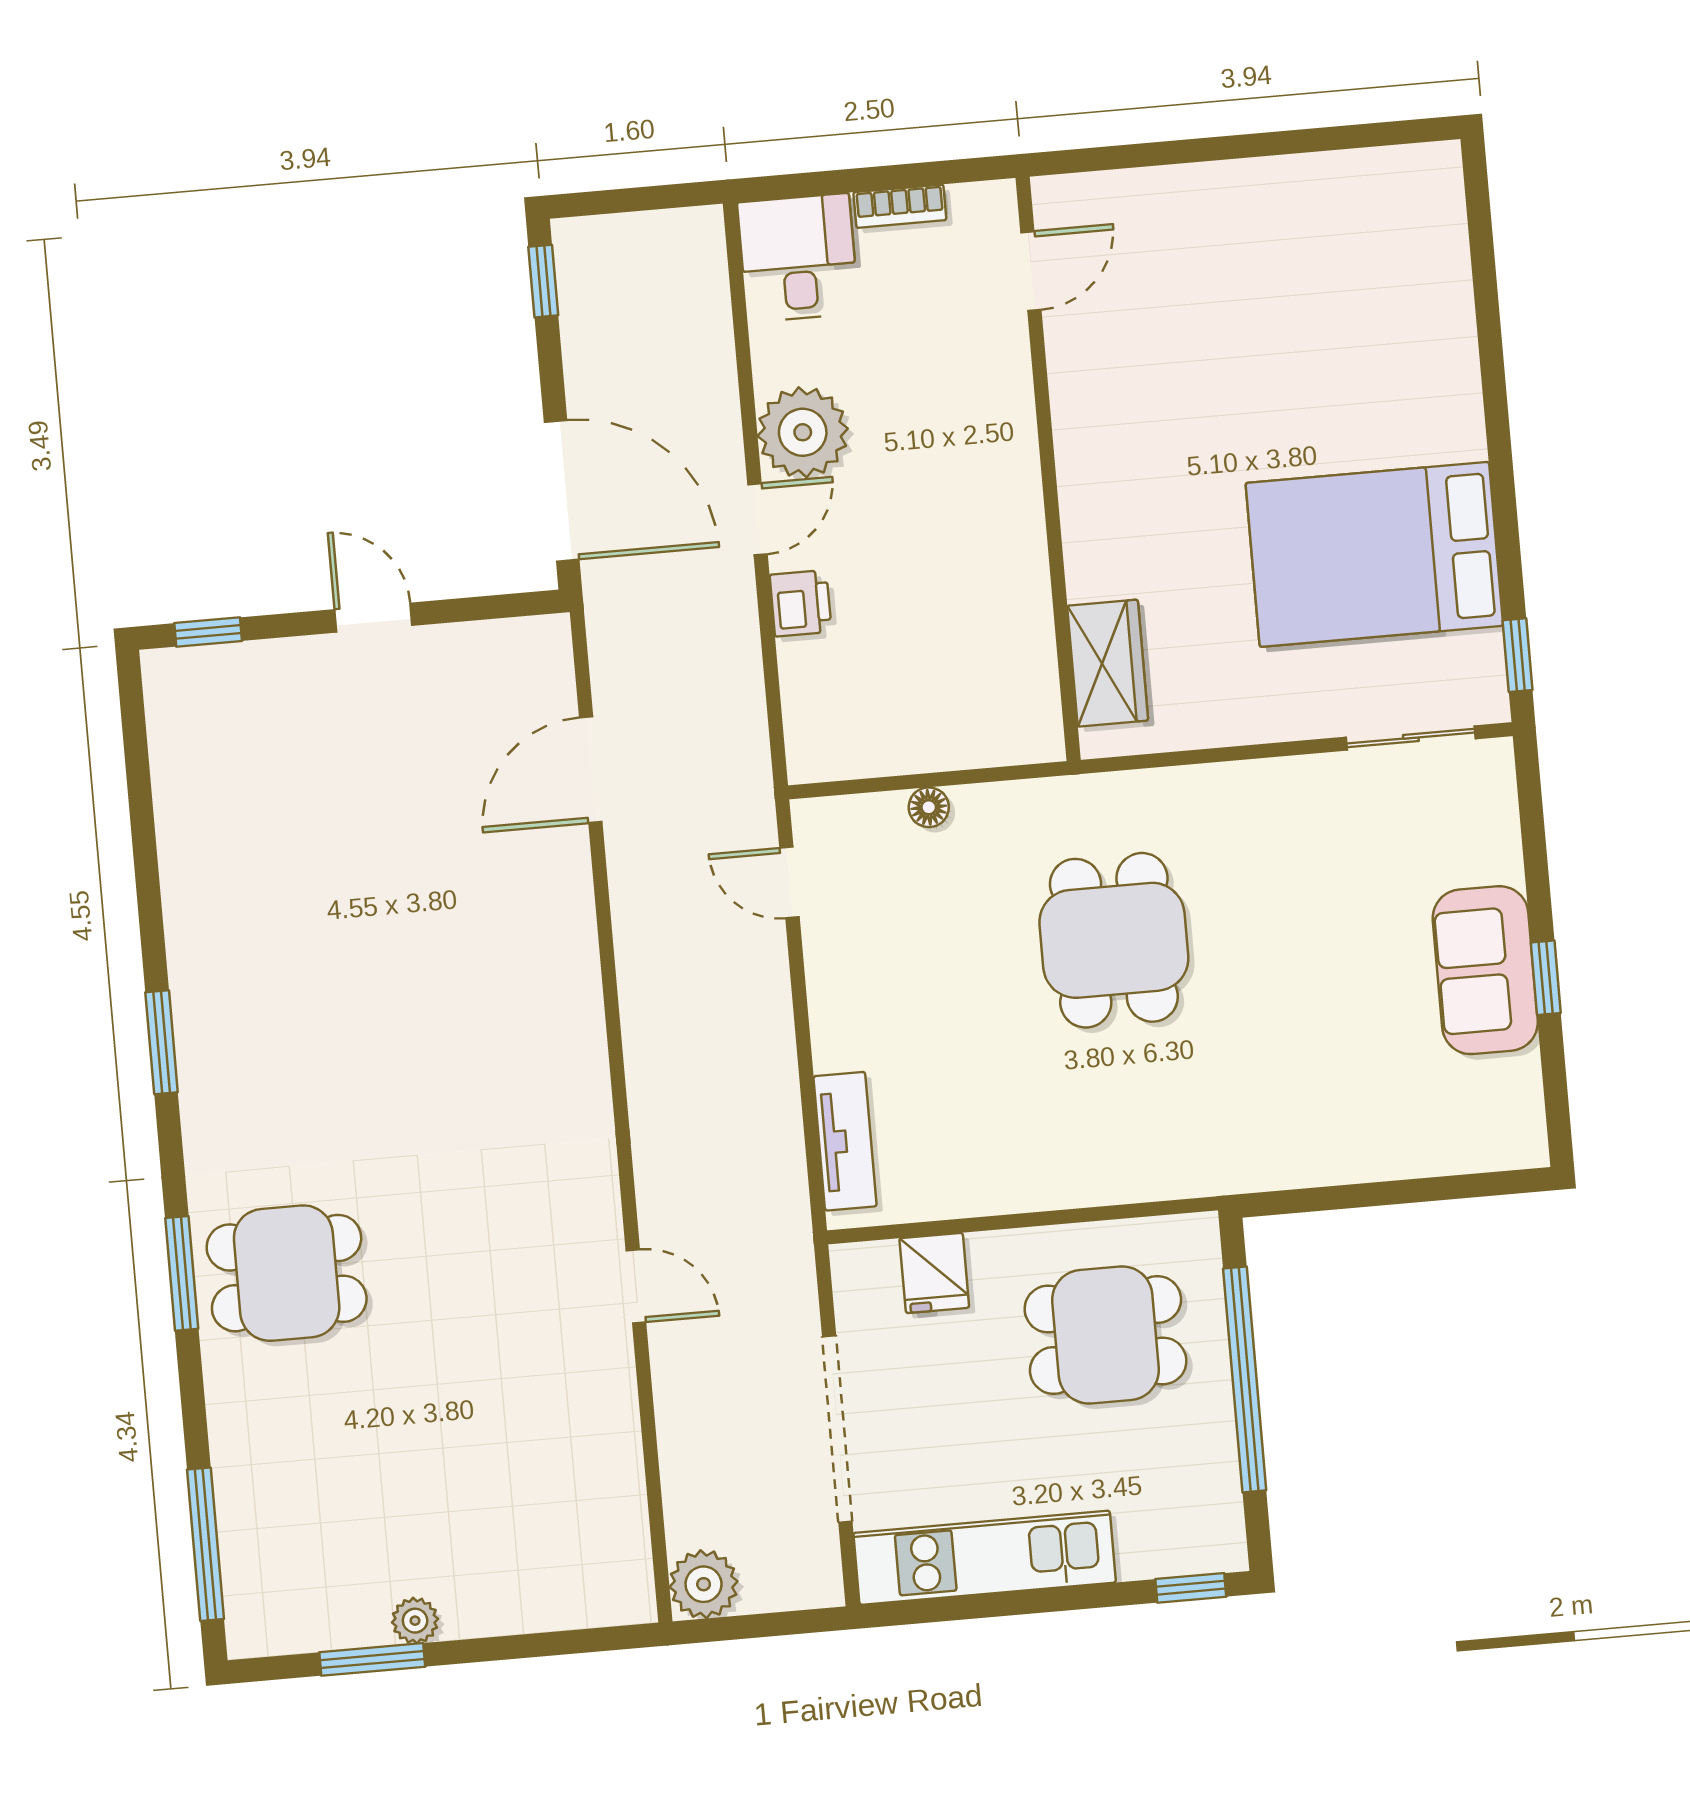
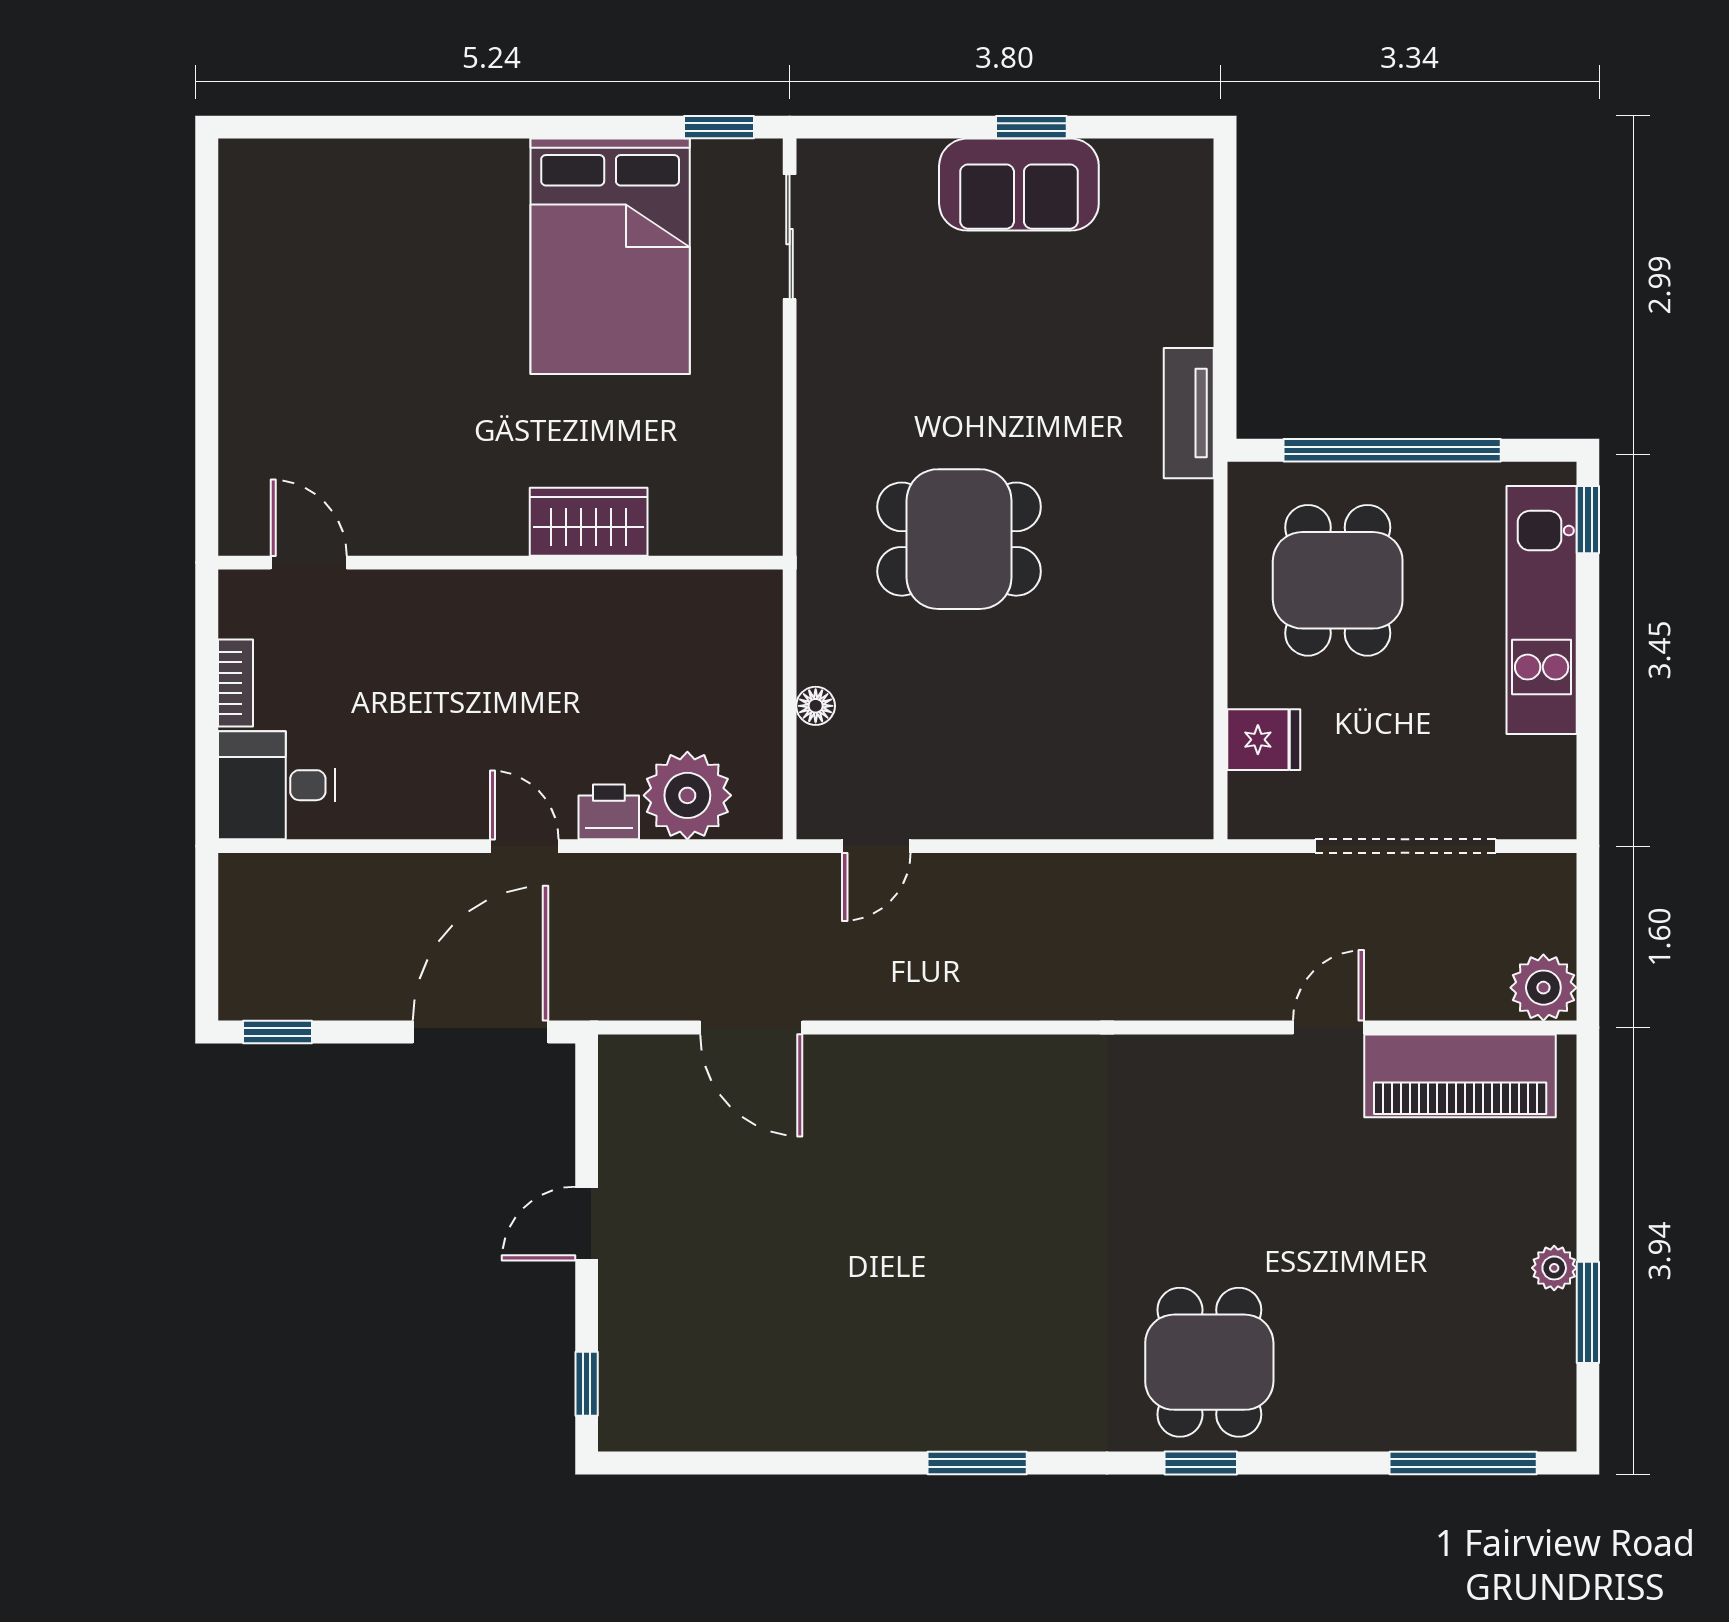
plant: (803, 432) -> (687, 795), moved
wardrobe: (1108, 663) -> (589, 522), moved
tv unit: (845, 1141) -> (1189, 413), moved, turned -90
window: (182, 1273) -> (1201, 1463), width x0.67
door: (636, 1286) -> (1328, 1028), moved
piano: (605, 1506) -> (1460, 1076), added
kitchen unit: (985, 1558) -> (1542, 610), moved

